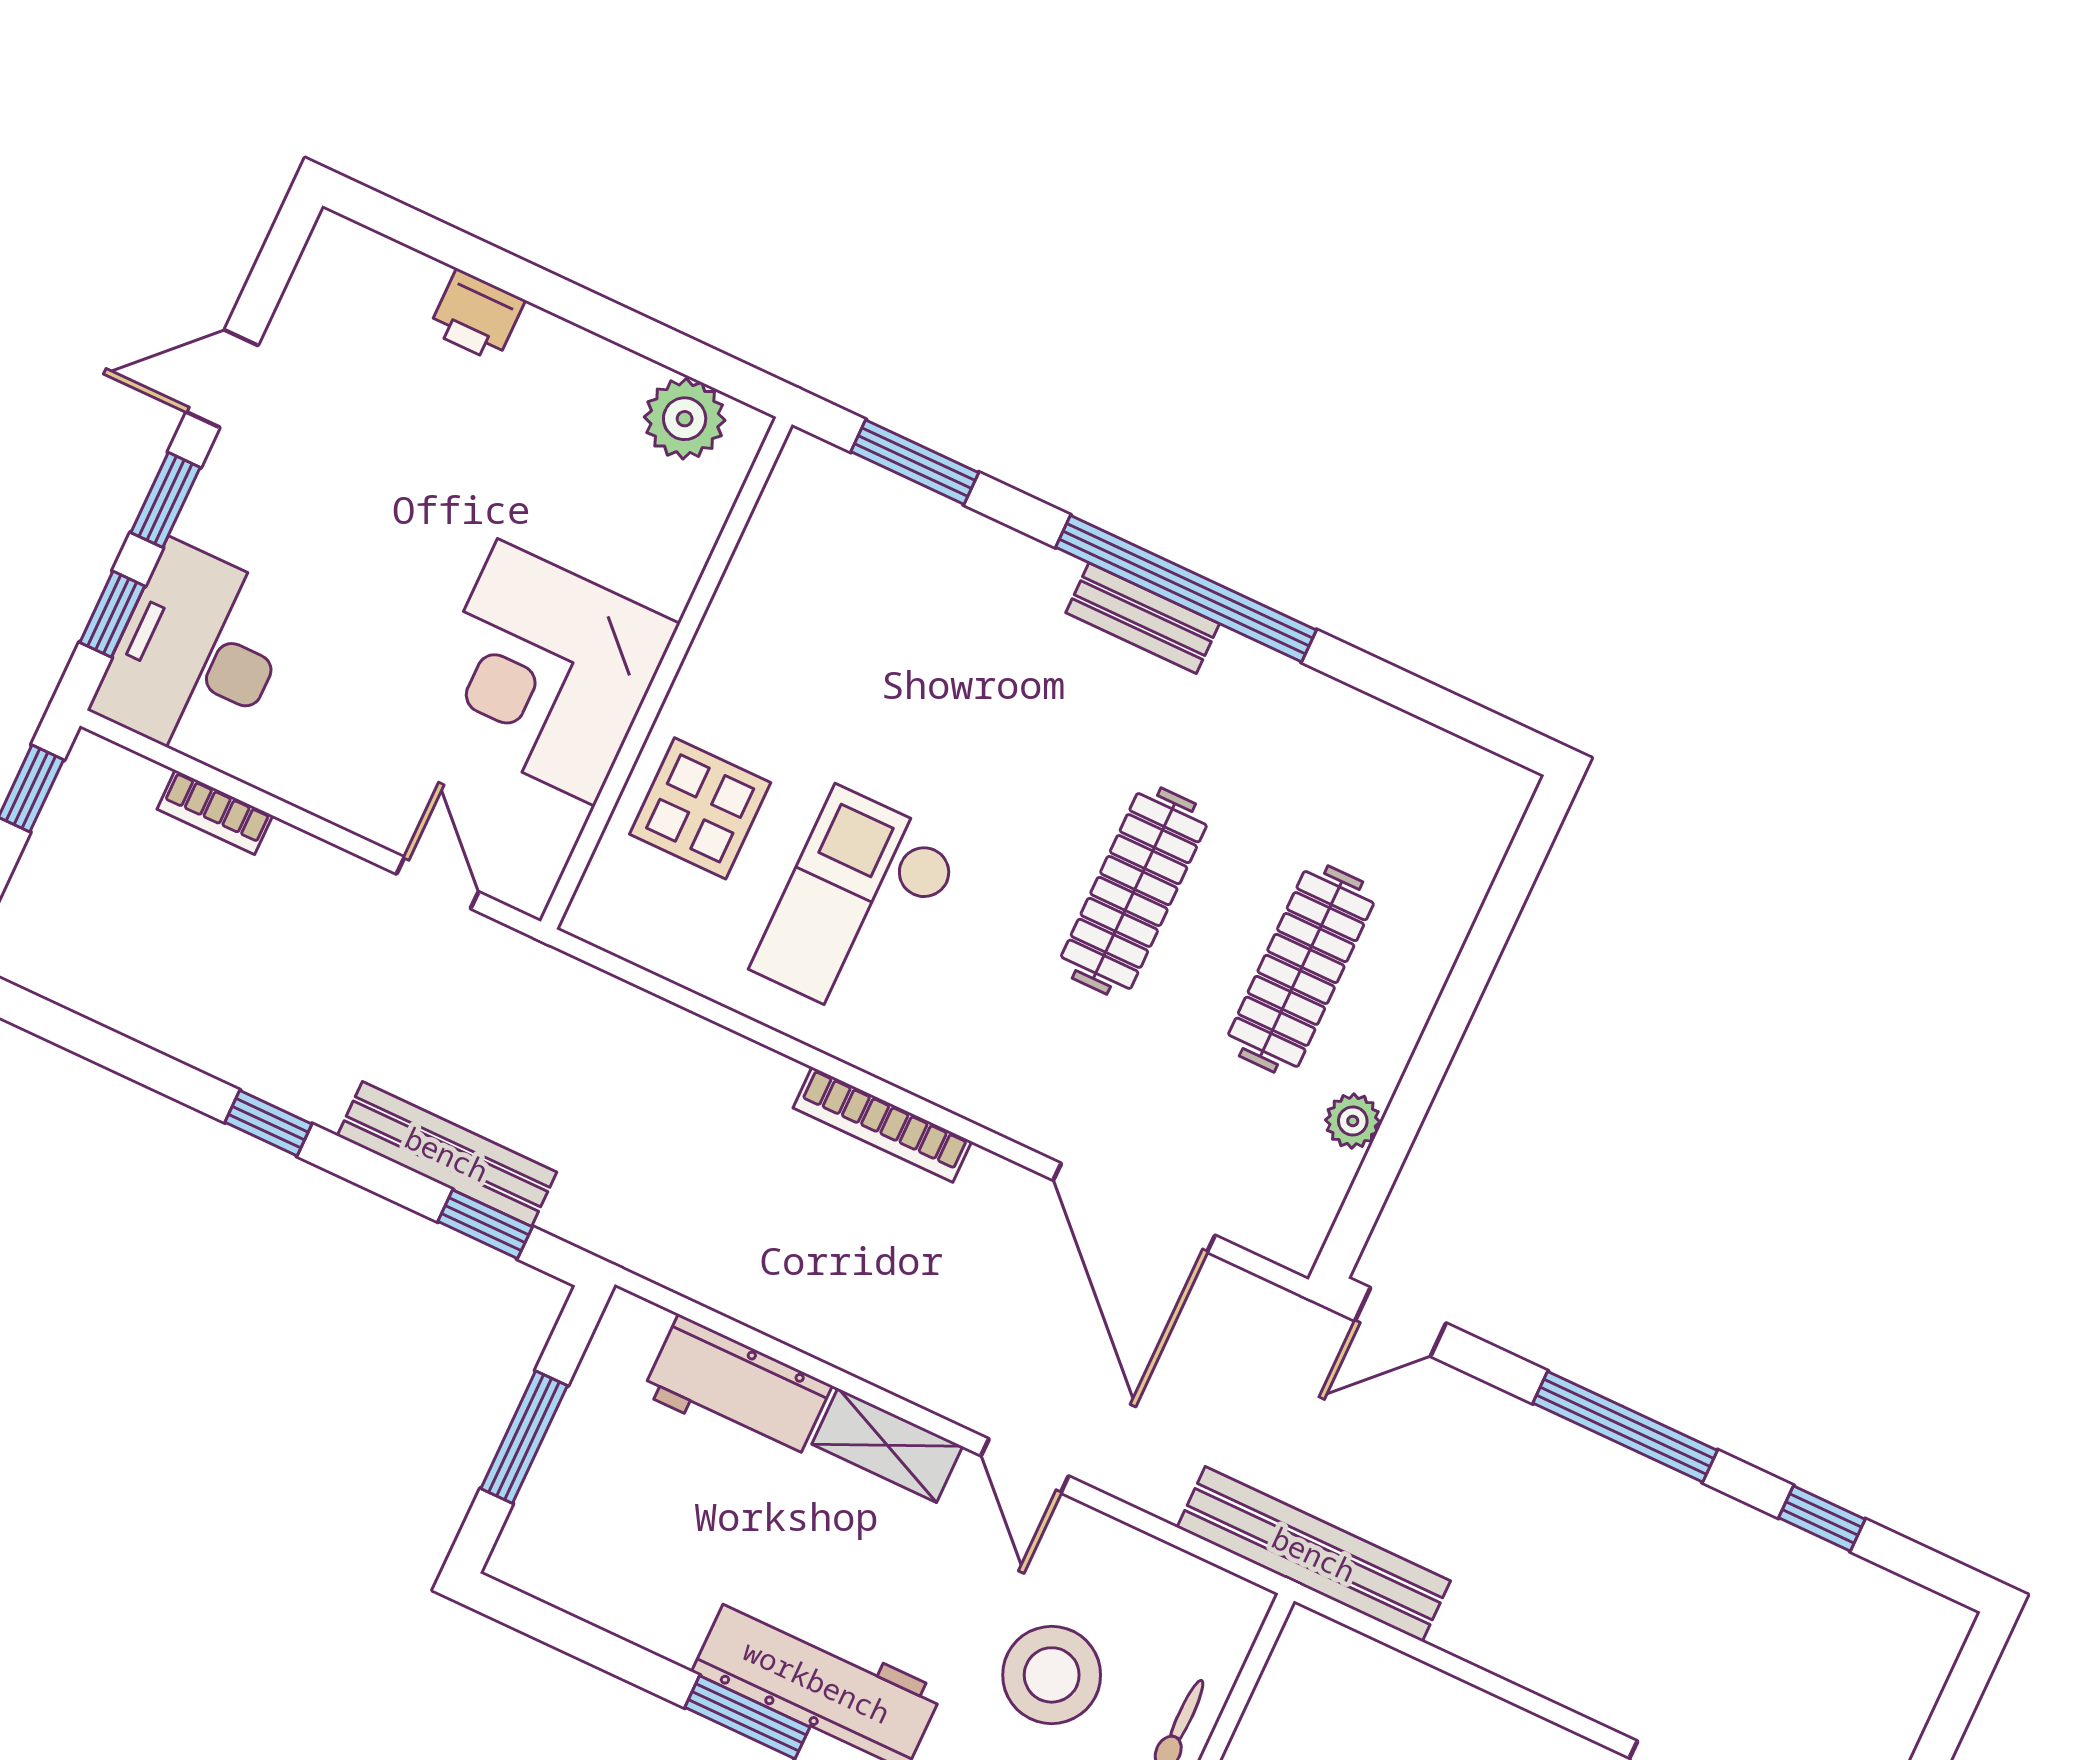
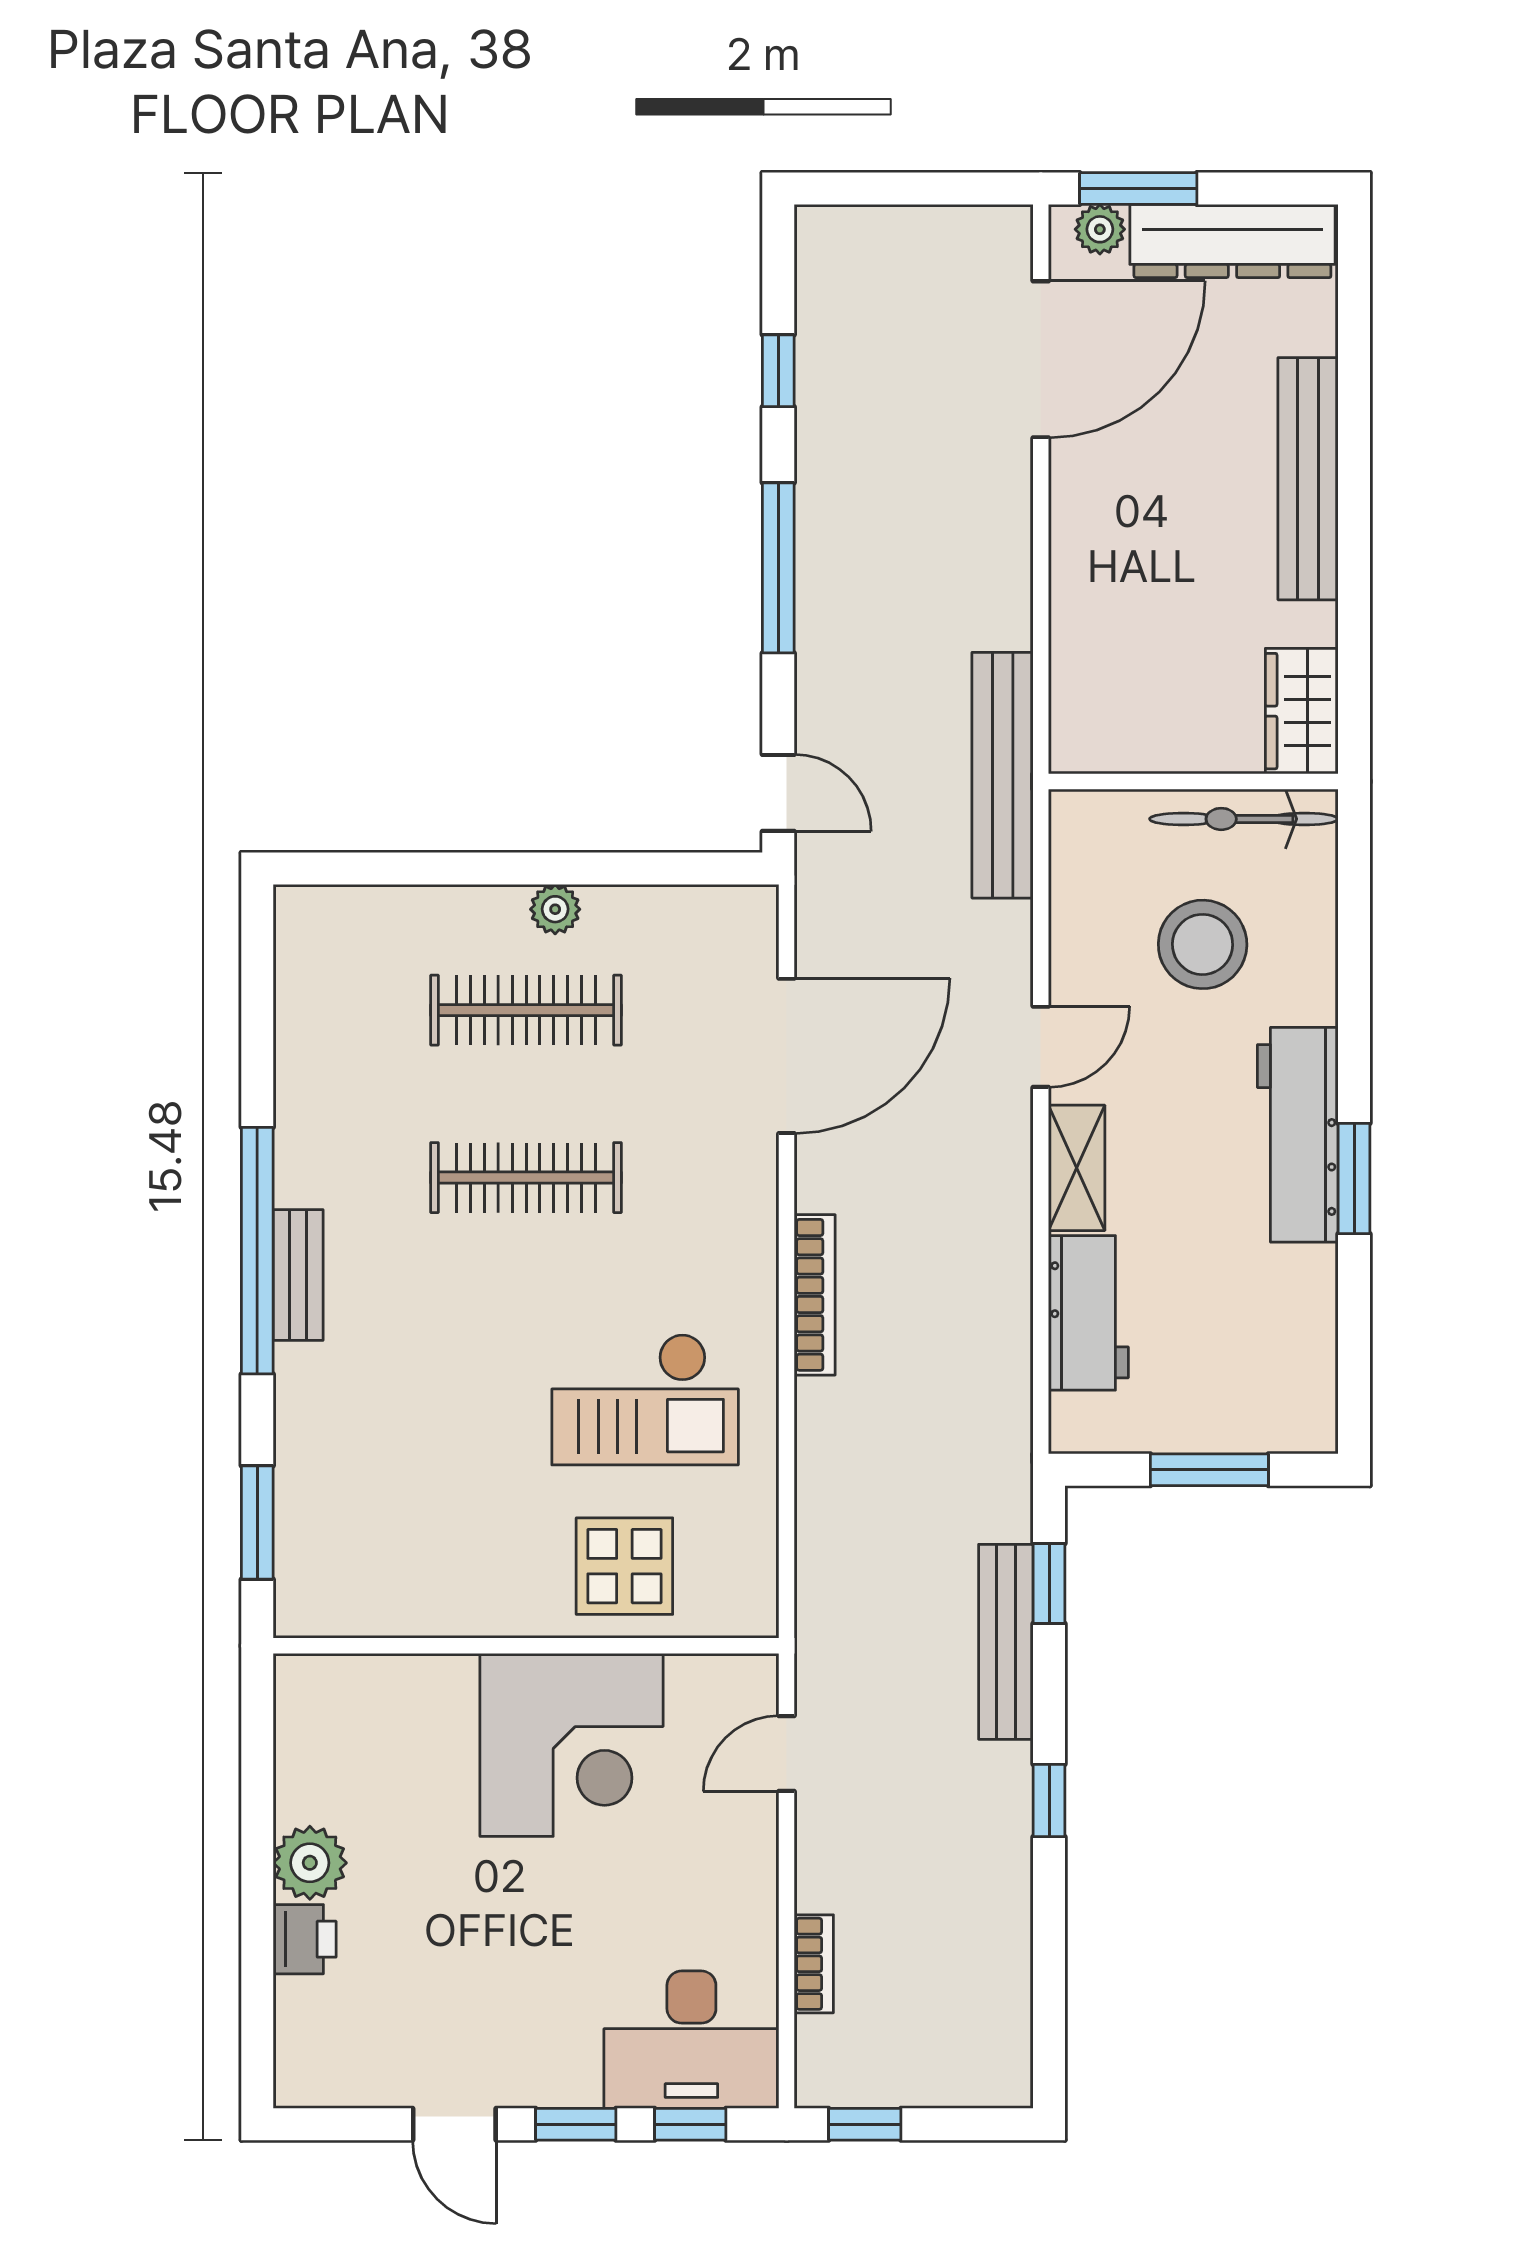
plant: (685, 419) -> (310, 1863), moved
plant: (1353, 1121) -> (555, 909), moved

